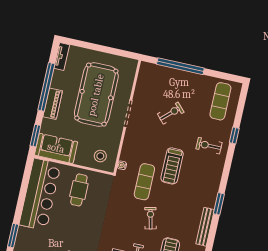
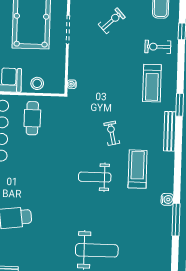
stool: (100, 156) -> (37, 83), moved
treadmill: (172, 166) -> (152, 83), moved
exercise mat: (144, 182) -> (98, 97), removed

